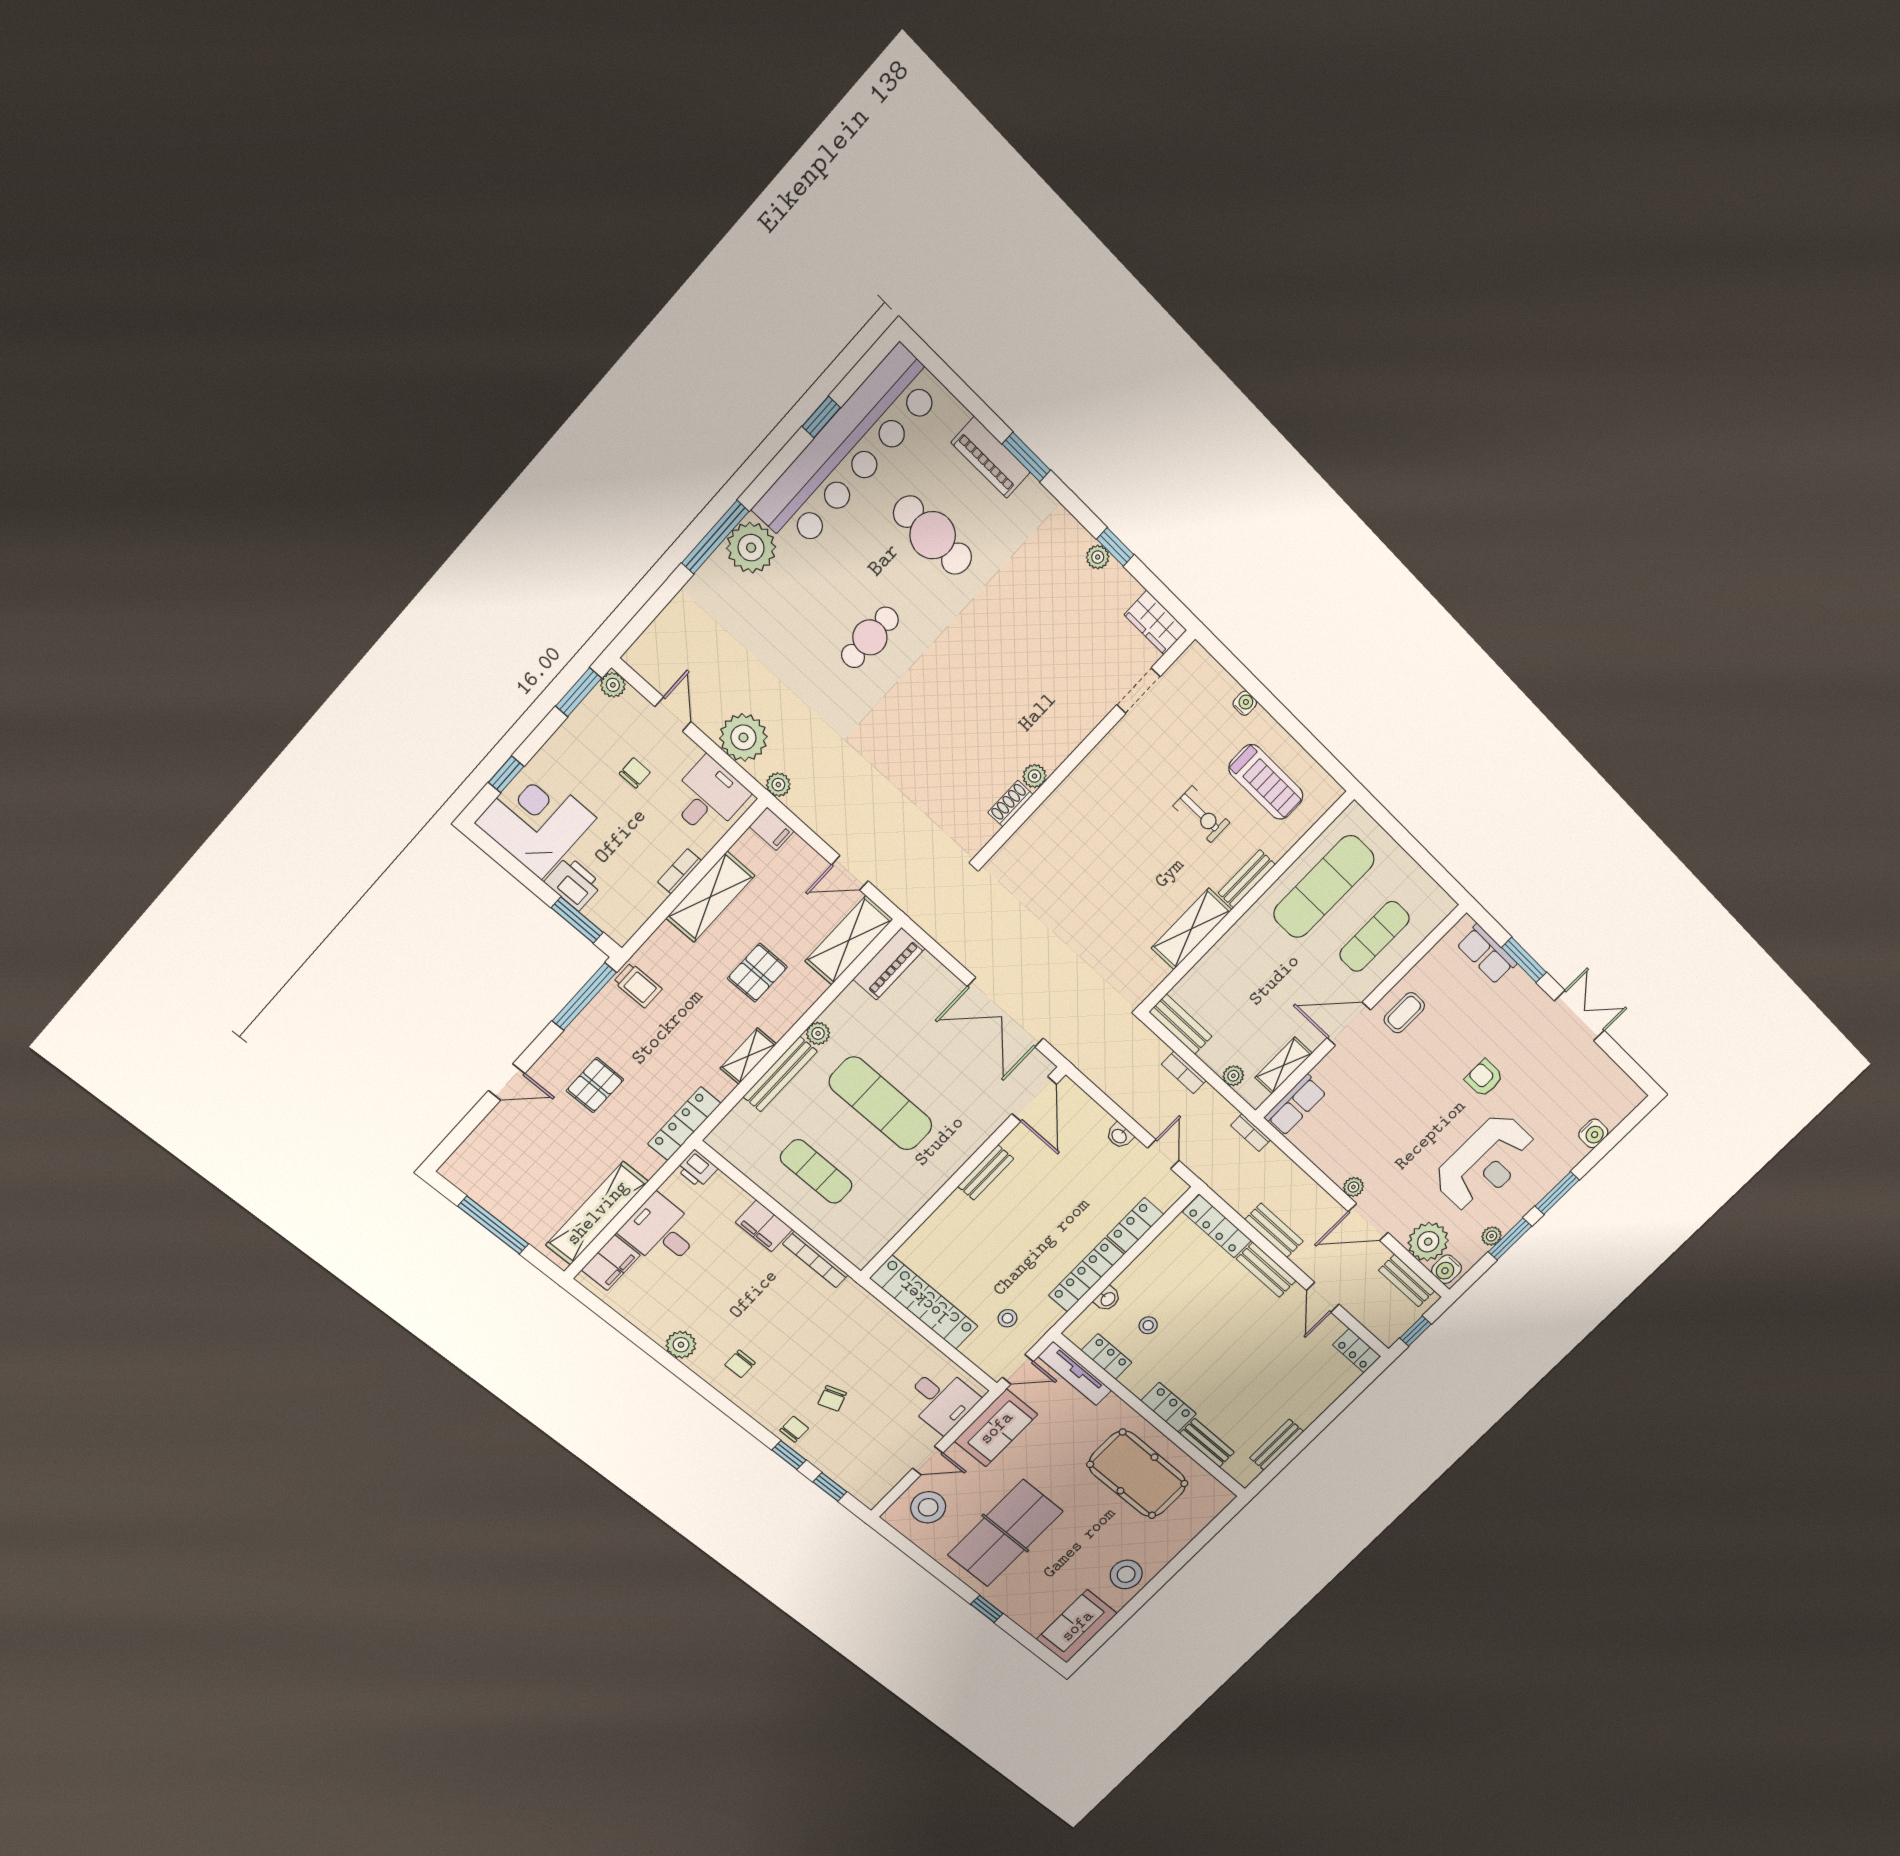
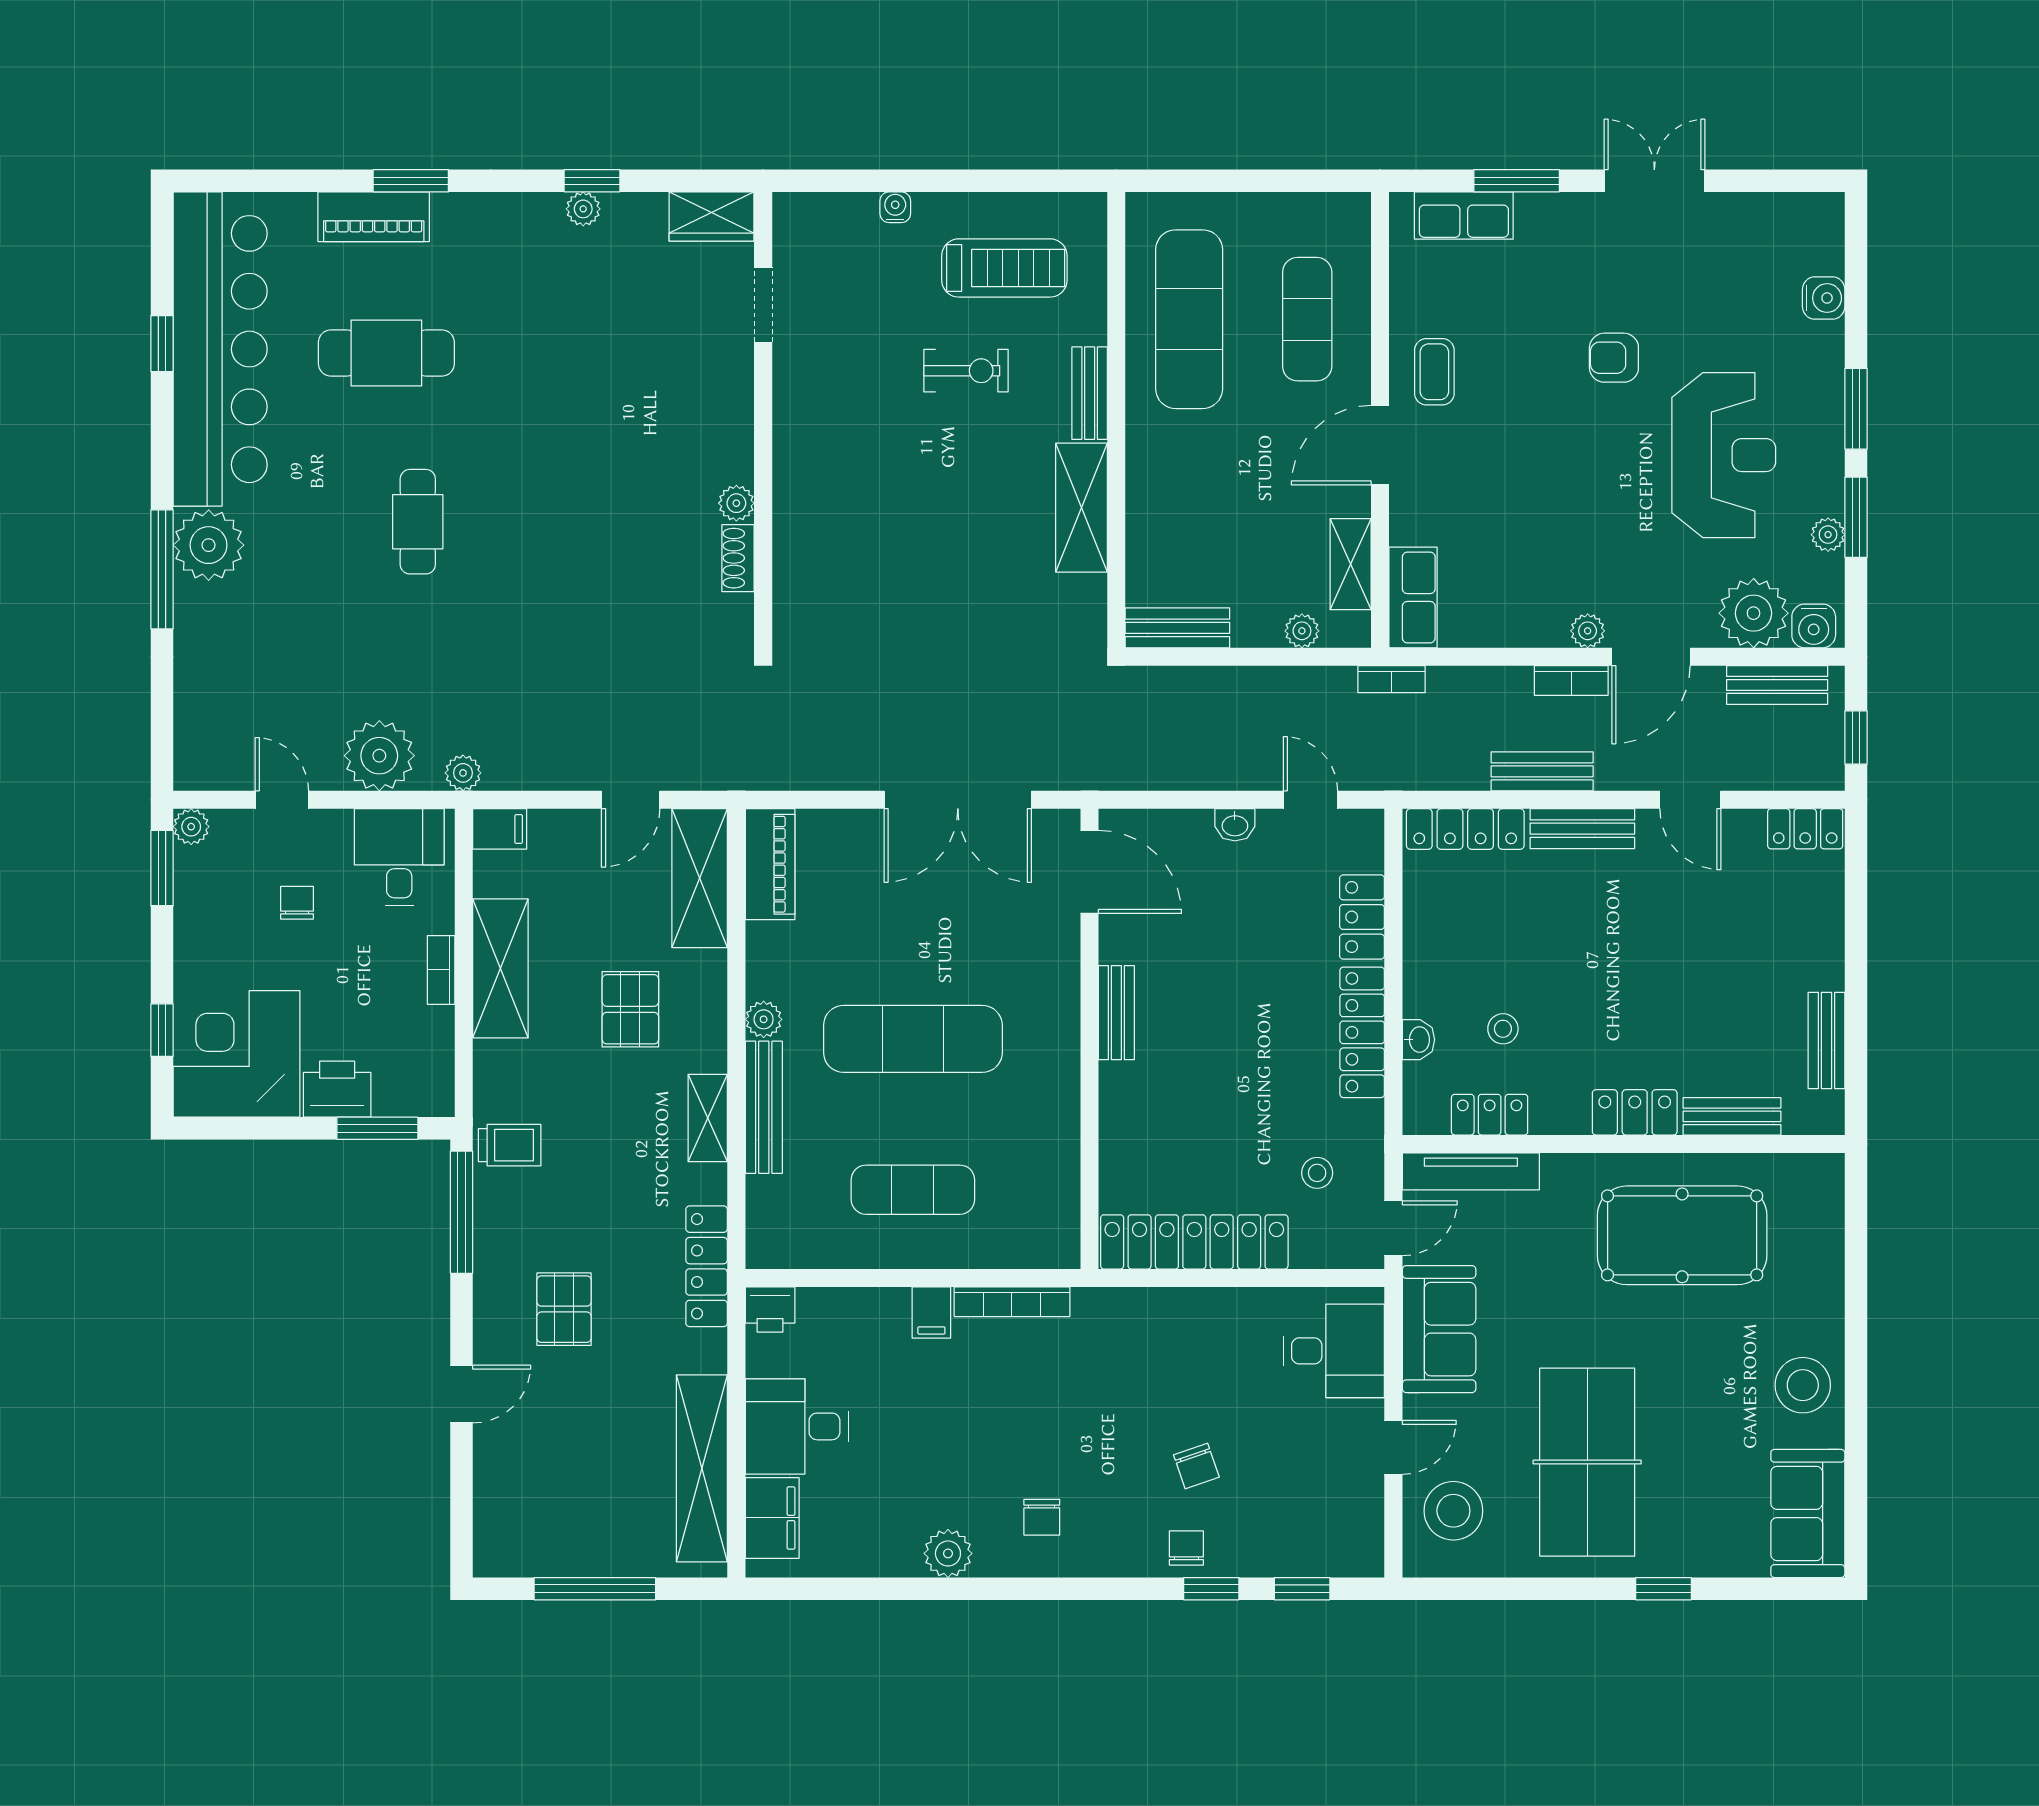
bookcase: (1184, 1072) -> (1571, 680), moved
filing cabinet: (764, 1226) -> (931, 1313), width x0.50

